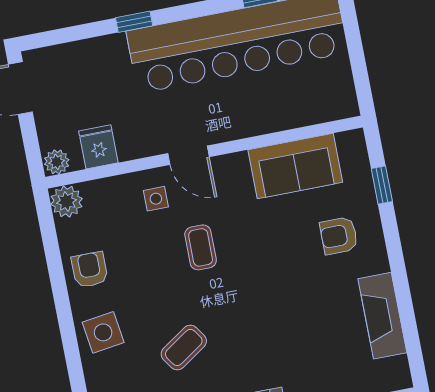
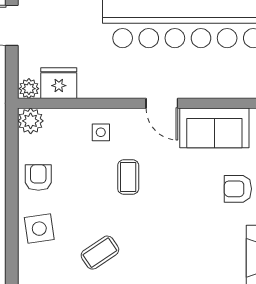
fridge: (98, 147) -> (59, 83), width x1.38
door: (188, 155) -> (162, 103), moved

